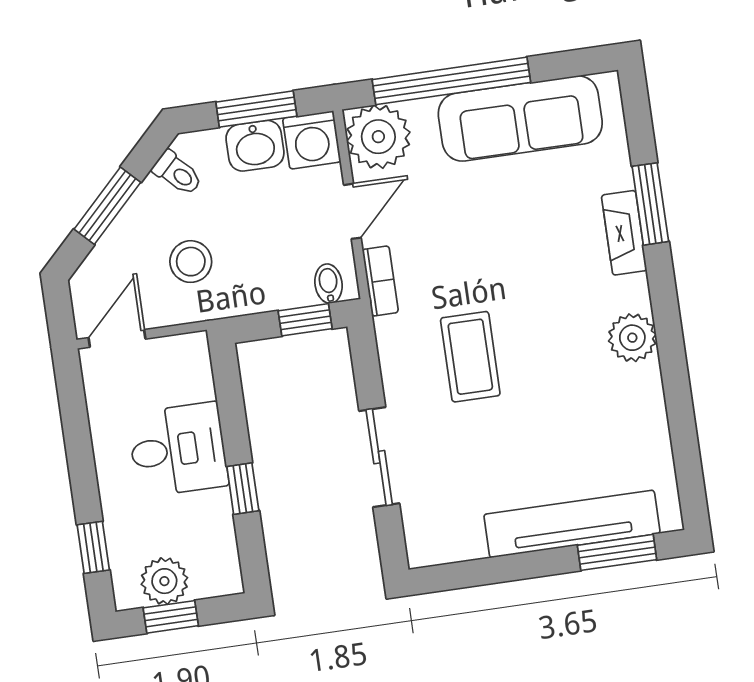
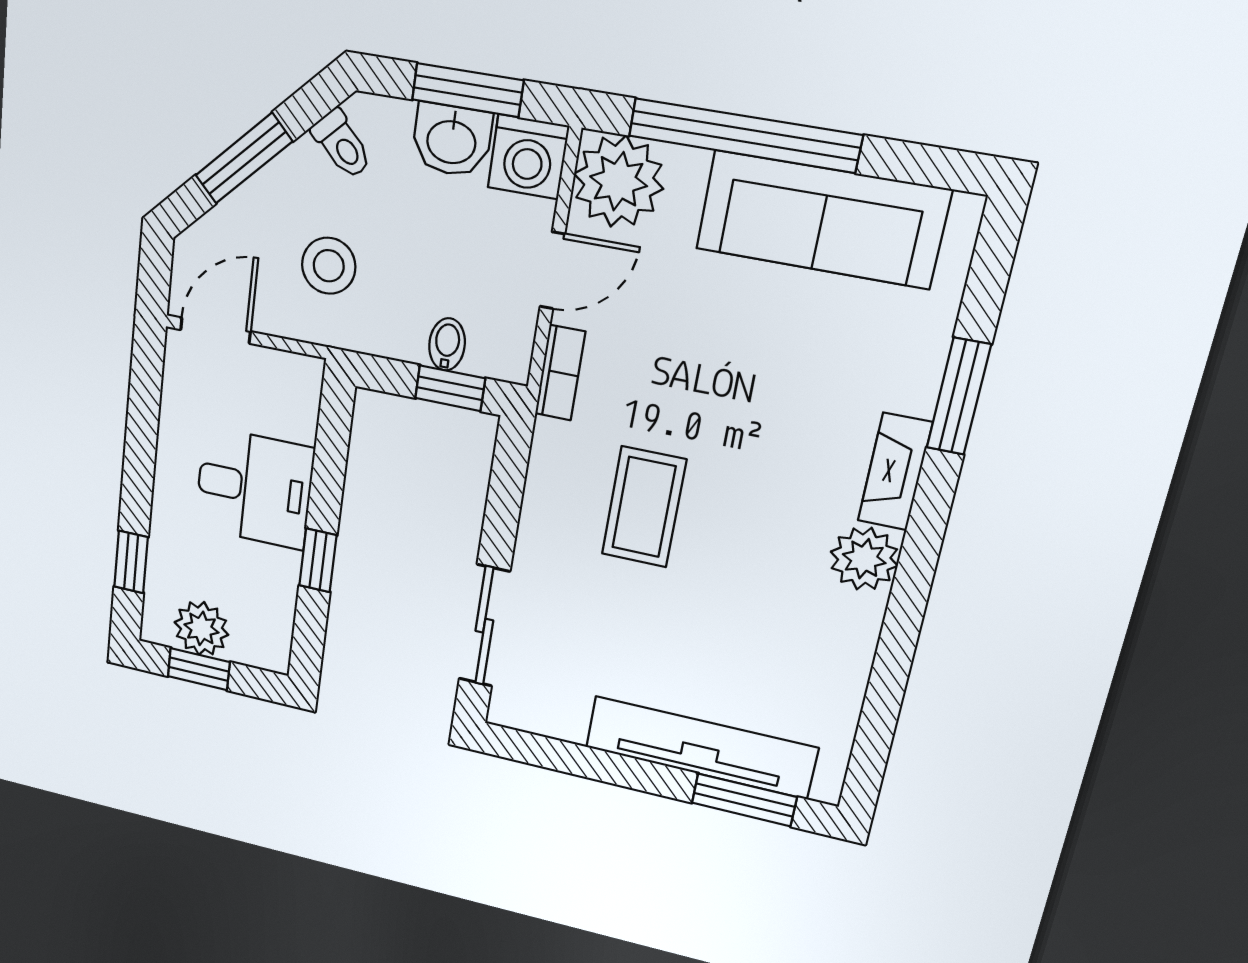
fireplace: (624, 233) -> (895, 472), moved
bidet: (328, 284) -> (447, 344), moved
sliding door: (379, 457) -> (484, 626), moved

